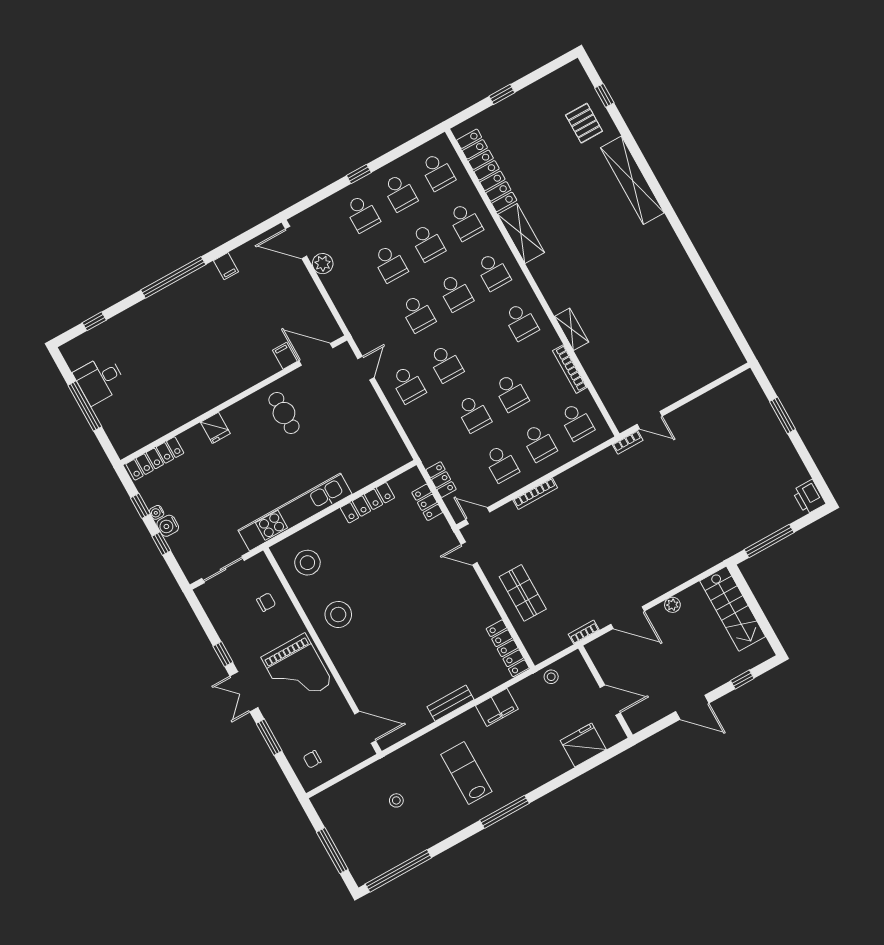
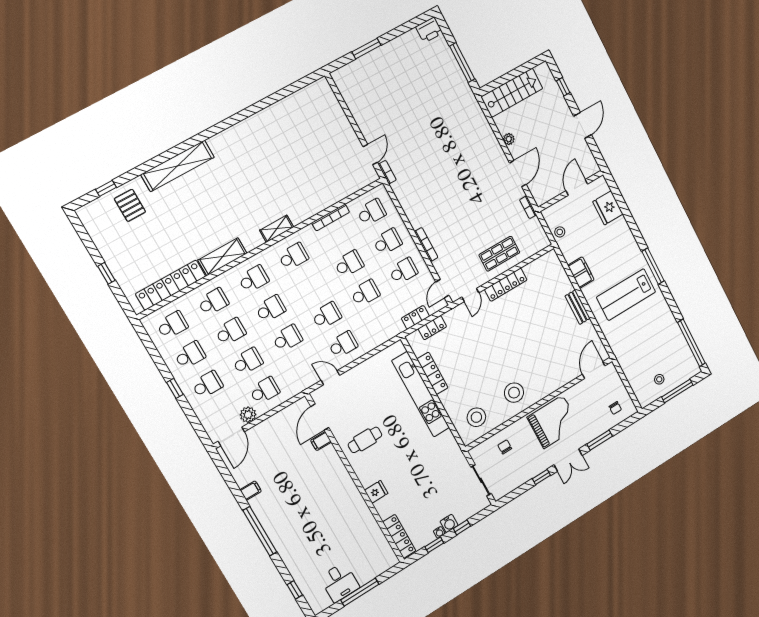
pallet: (584, 123) -> (130, 205), turned 90
school desk: (352, 284) -> (265, 391), added
shelving: (572, 329) -> (277, 229), moved
kitchen unit: (295, 512) -> (421, 394), moved
locker: (508, 648) -> (506, 285), moved
lab bench: (466, 773) -> (626, 295), width x1.36, depth x1.39
stool: (396, 800) -> (659, 379), moved

